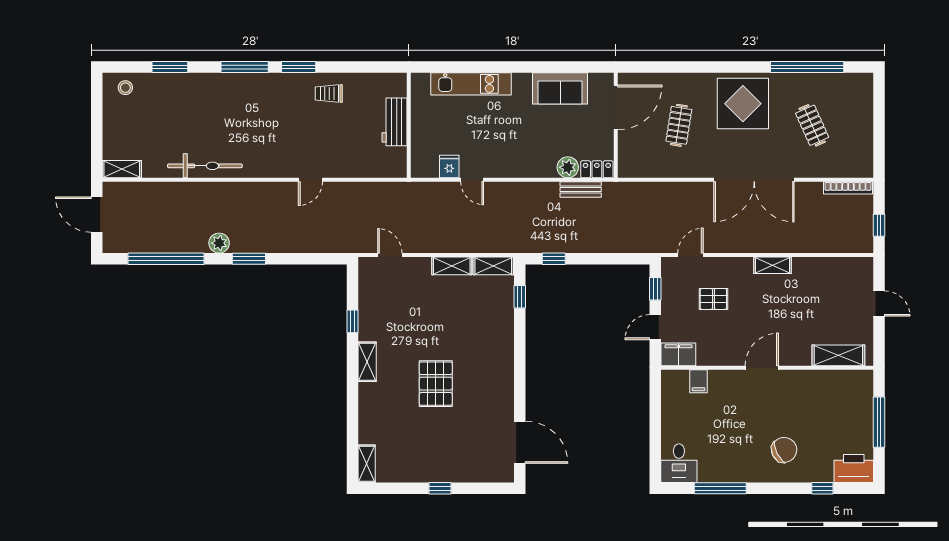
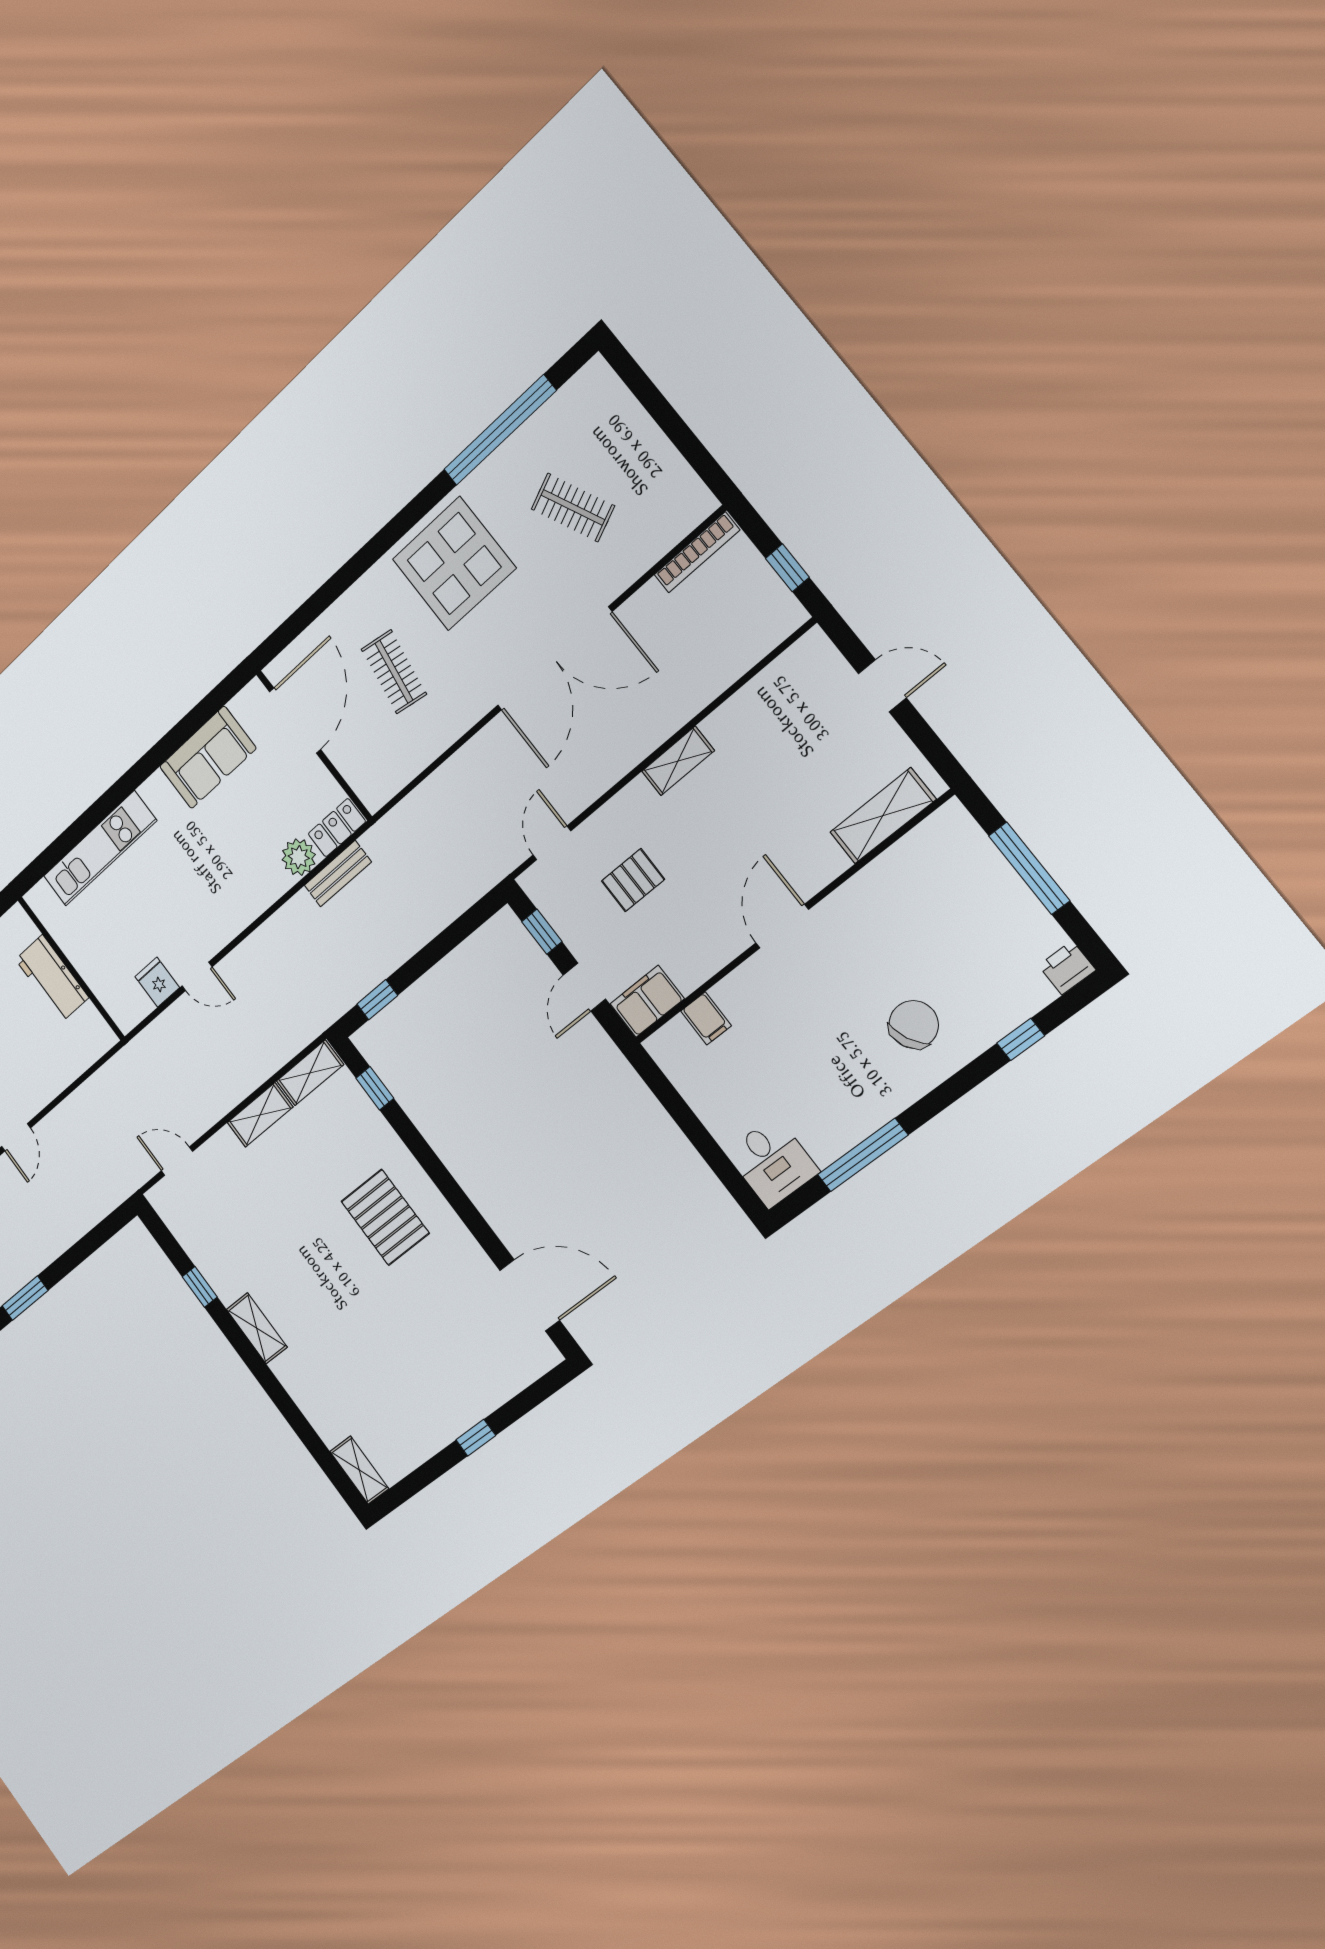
pallet: (436, 384) -> (385, 1217), moved
printer: (854, 468) -> (1067, 968), width x0.53, depth x0.68

